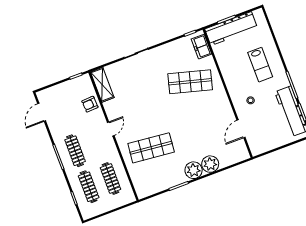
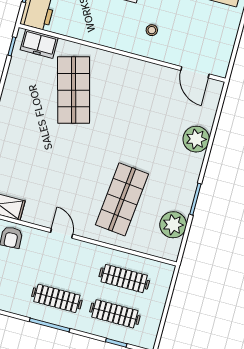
shop shelf: (190, 82) -> (74, 90), turned -30
door: (241, 129) -> (195, 72), moved
plant: (194, 170) -> (173, 225), moved

